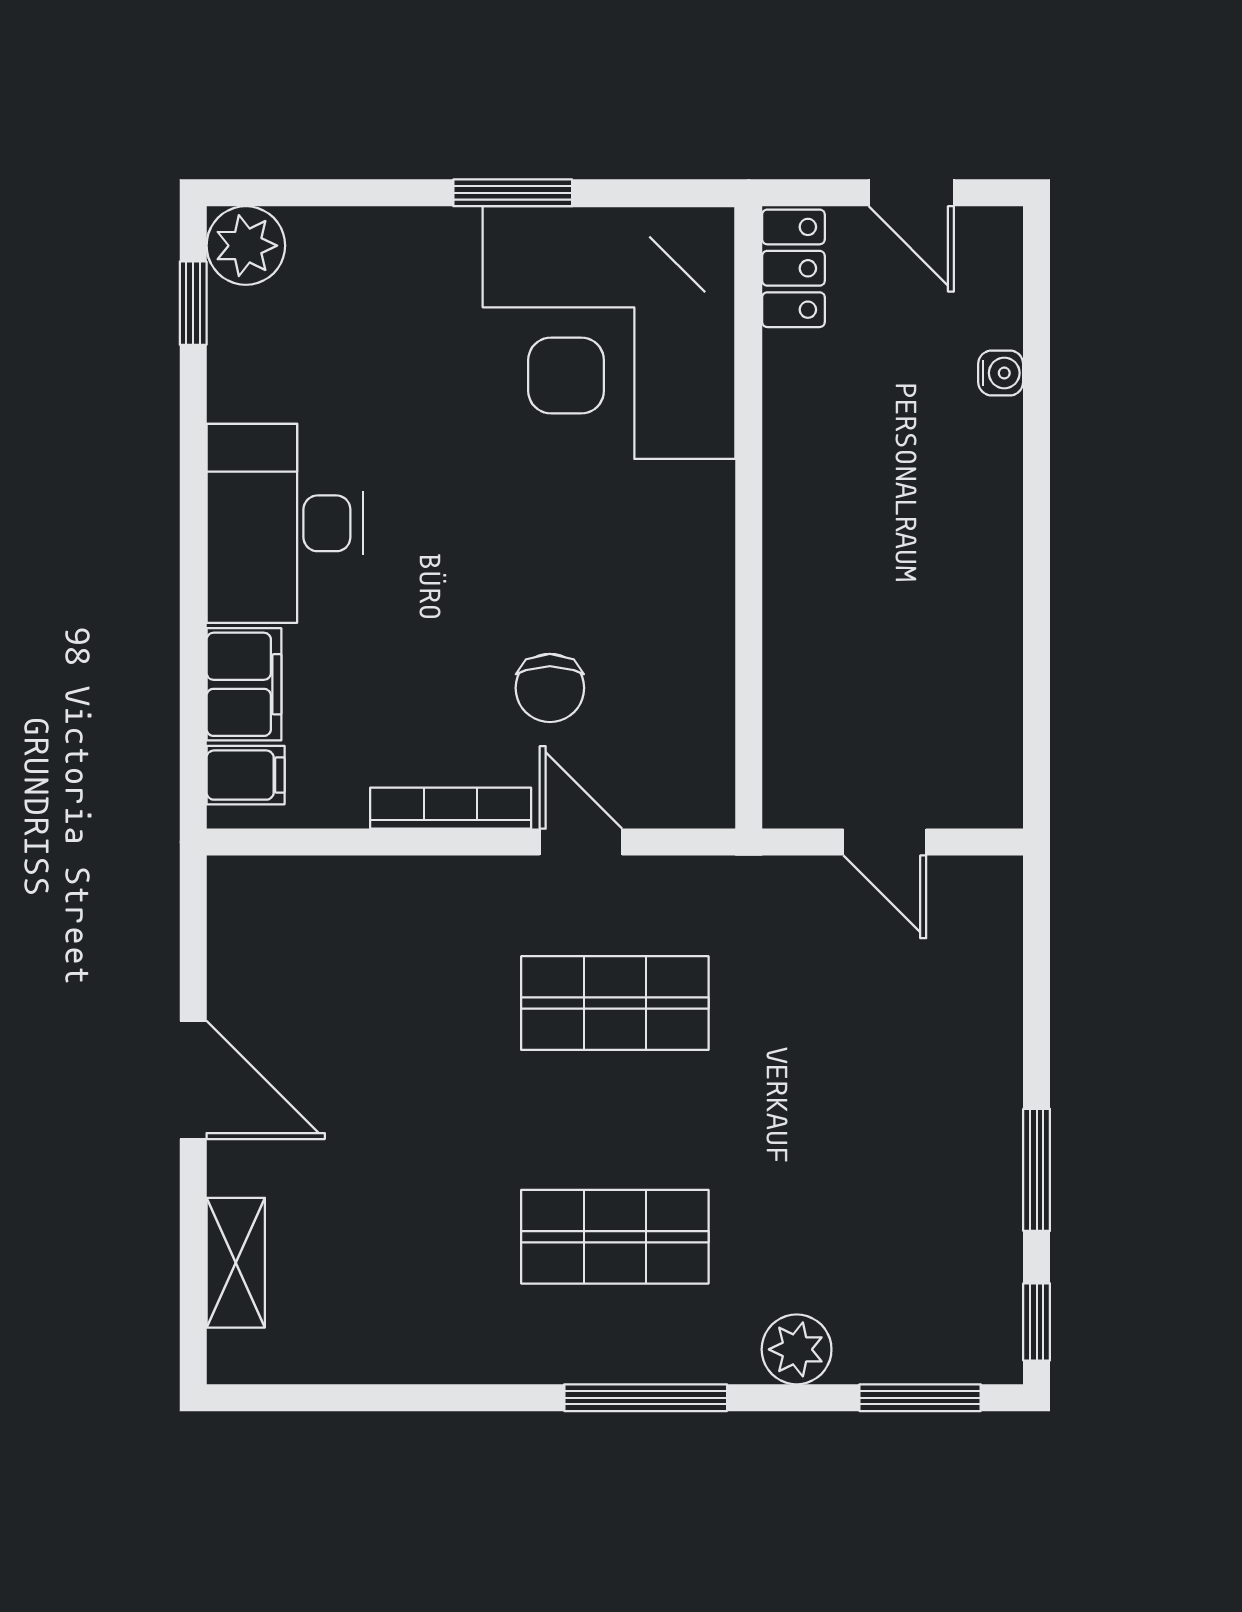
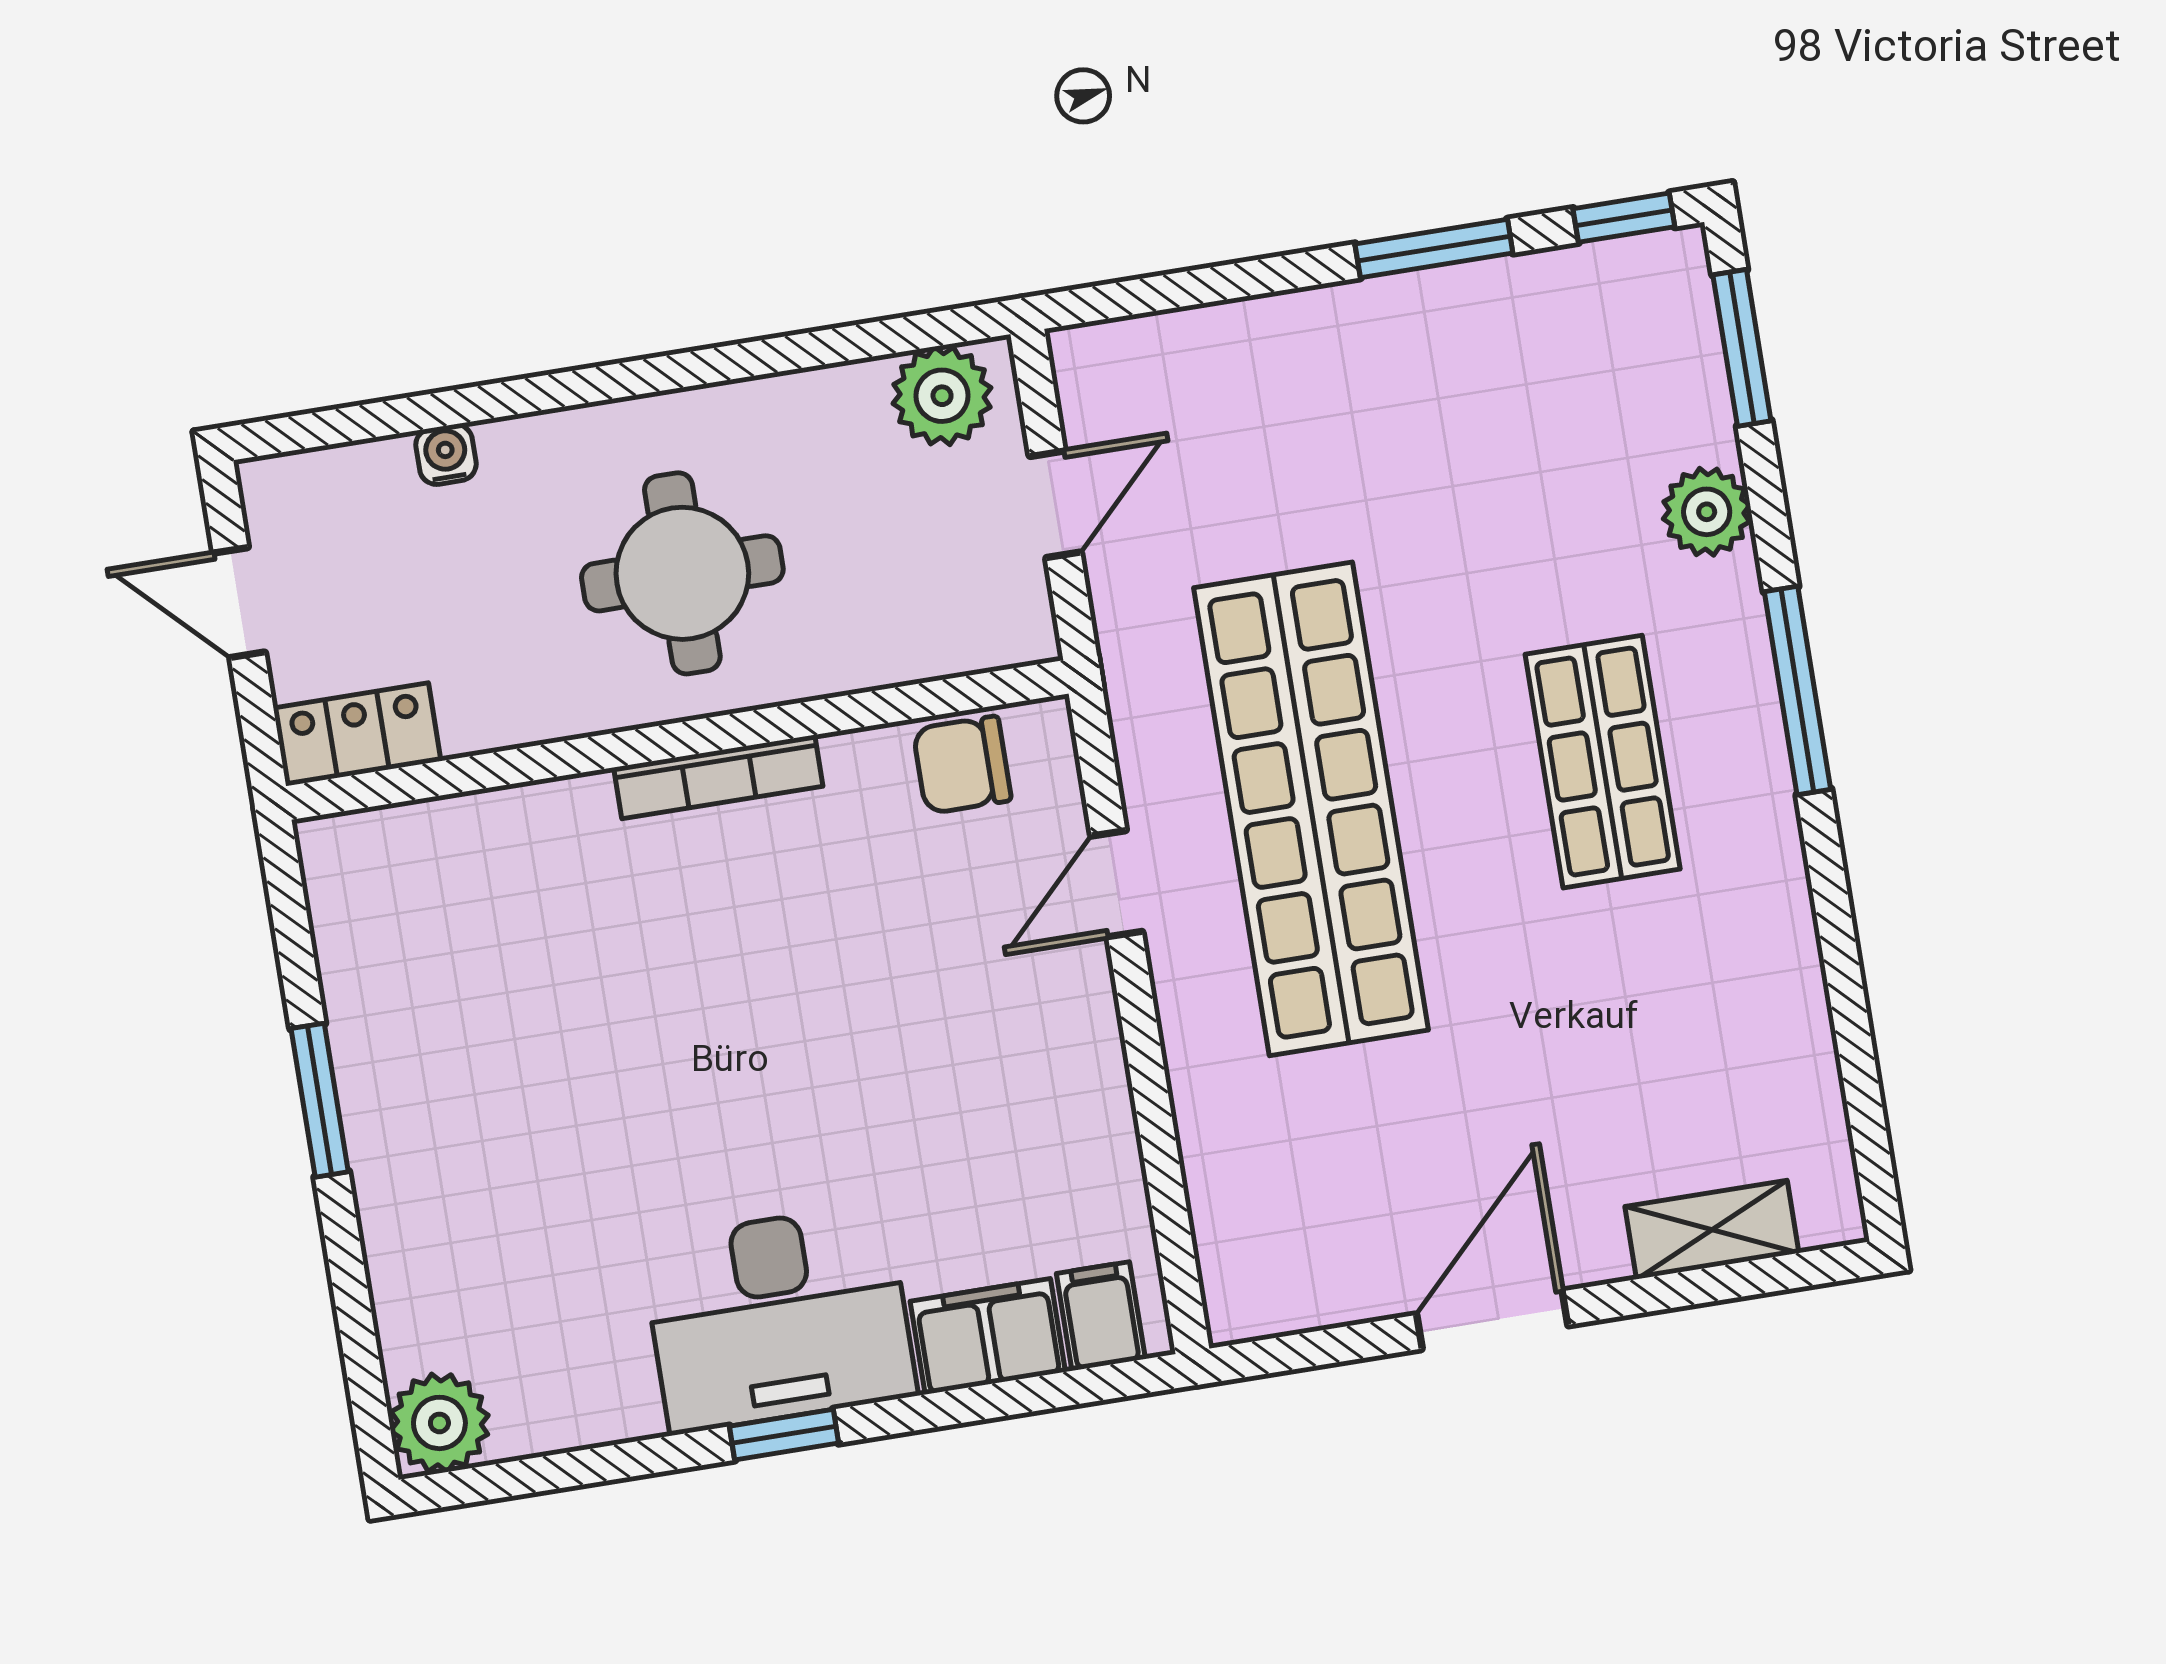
door: (911, 193) -> (239, 603), swing flipped
window: (193, 303) -> (784, 1435), moved
corner desk: (609, 333) -> (475, 952), removed
round table: (878, 542) -> (682, 573), added
chair: (550, 688) -> (962, 765), moved, turned 180
plant: (984, 767) -> (942, 396), added
bookcase: (451, 808) -> (718, 777), moved, turned -90
shop shelf: (615, 1003) -> (1311, 809), width x2.00, depth x1.36

